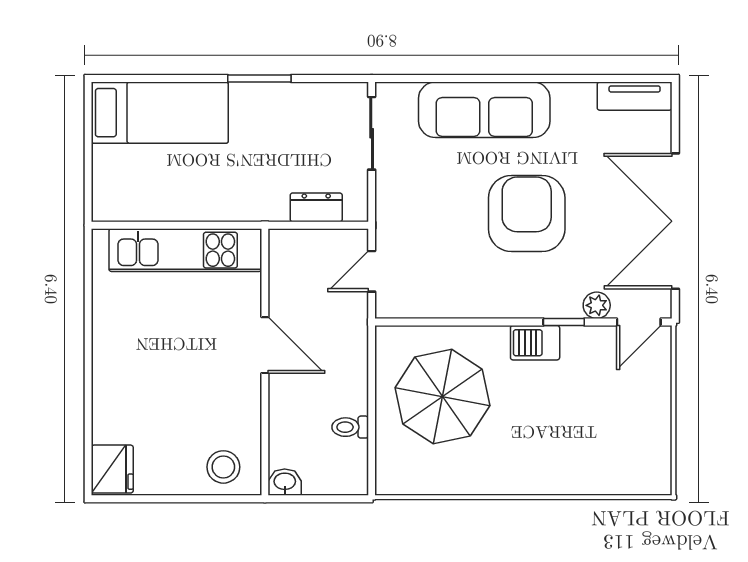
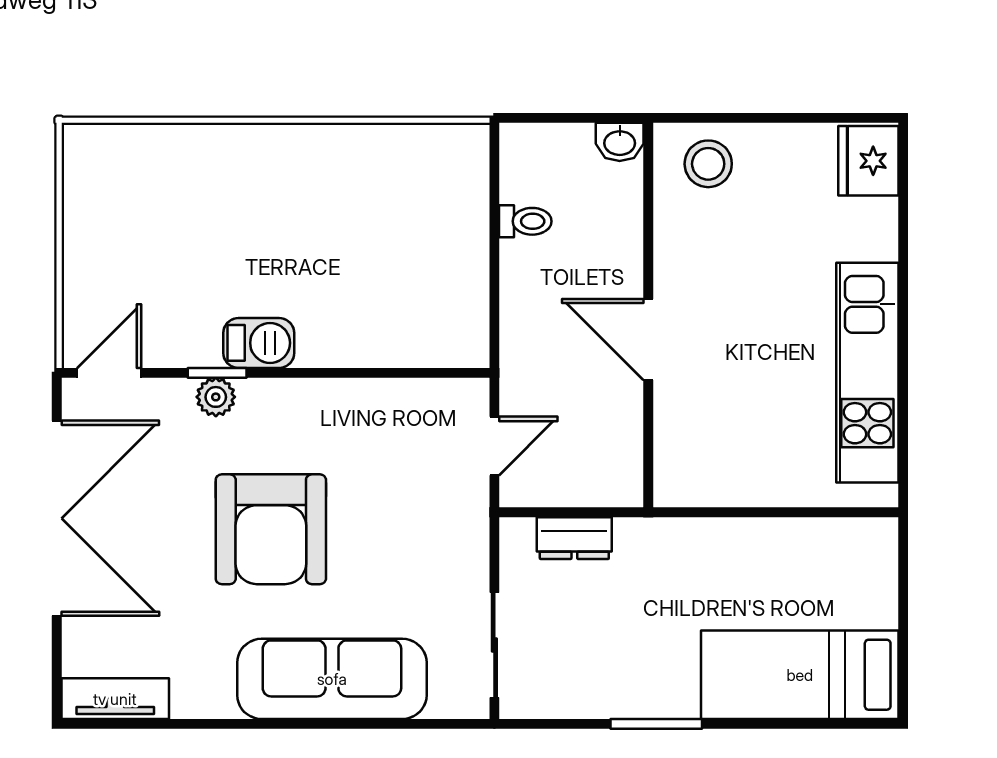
kitchen unit: (185, 250) -> (867, 373), moved, turned -90
plant: (597, 305) -> (216, 397), moved
parasol: (443, 397) -> (392, 265), removed

